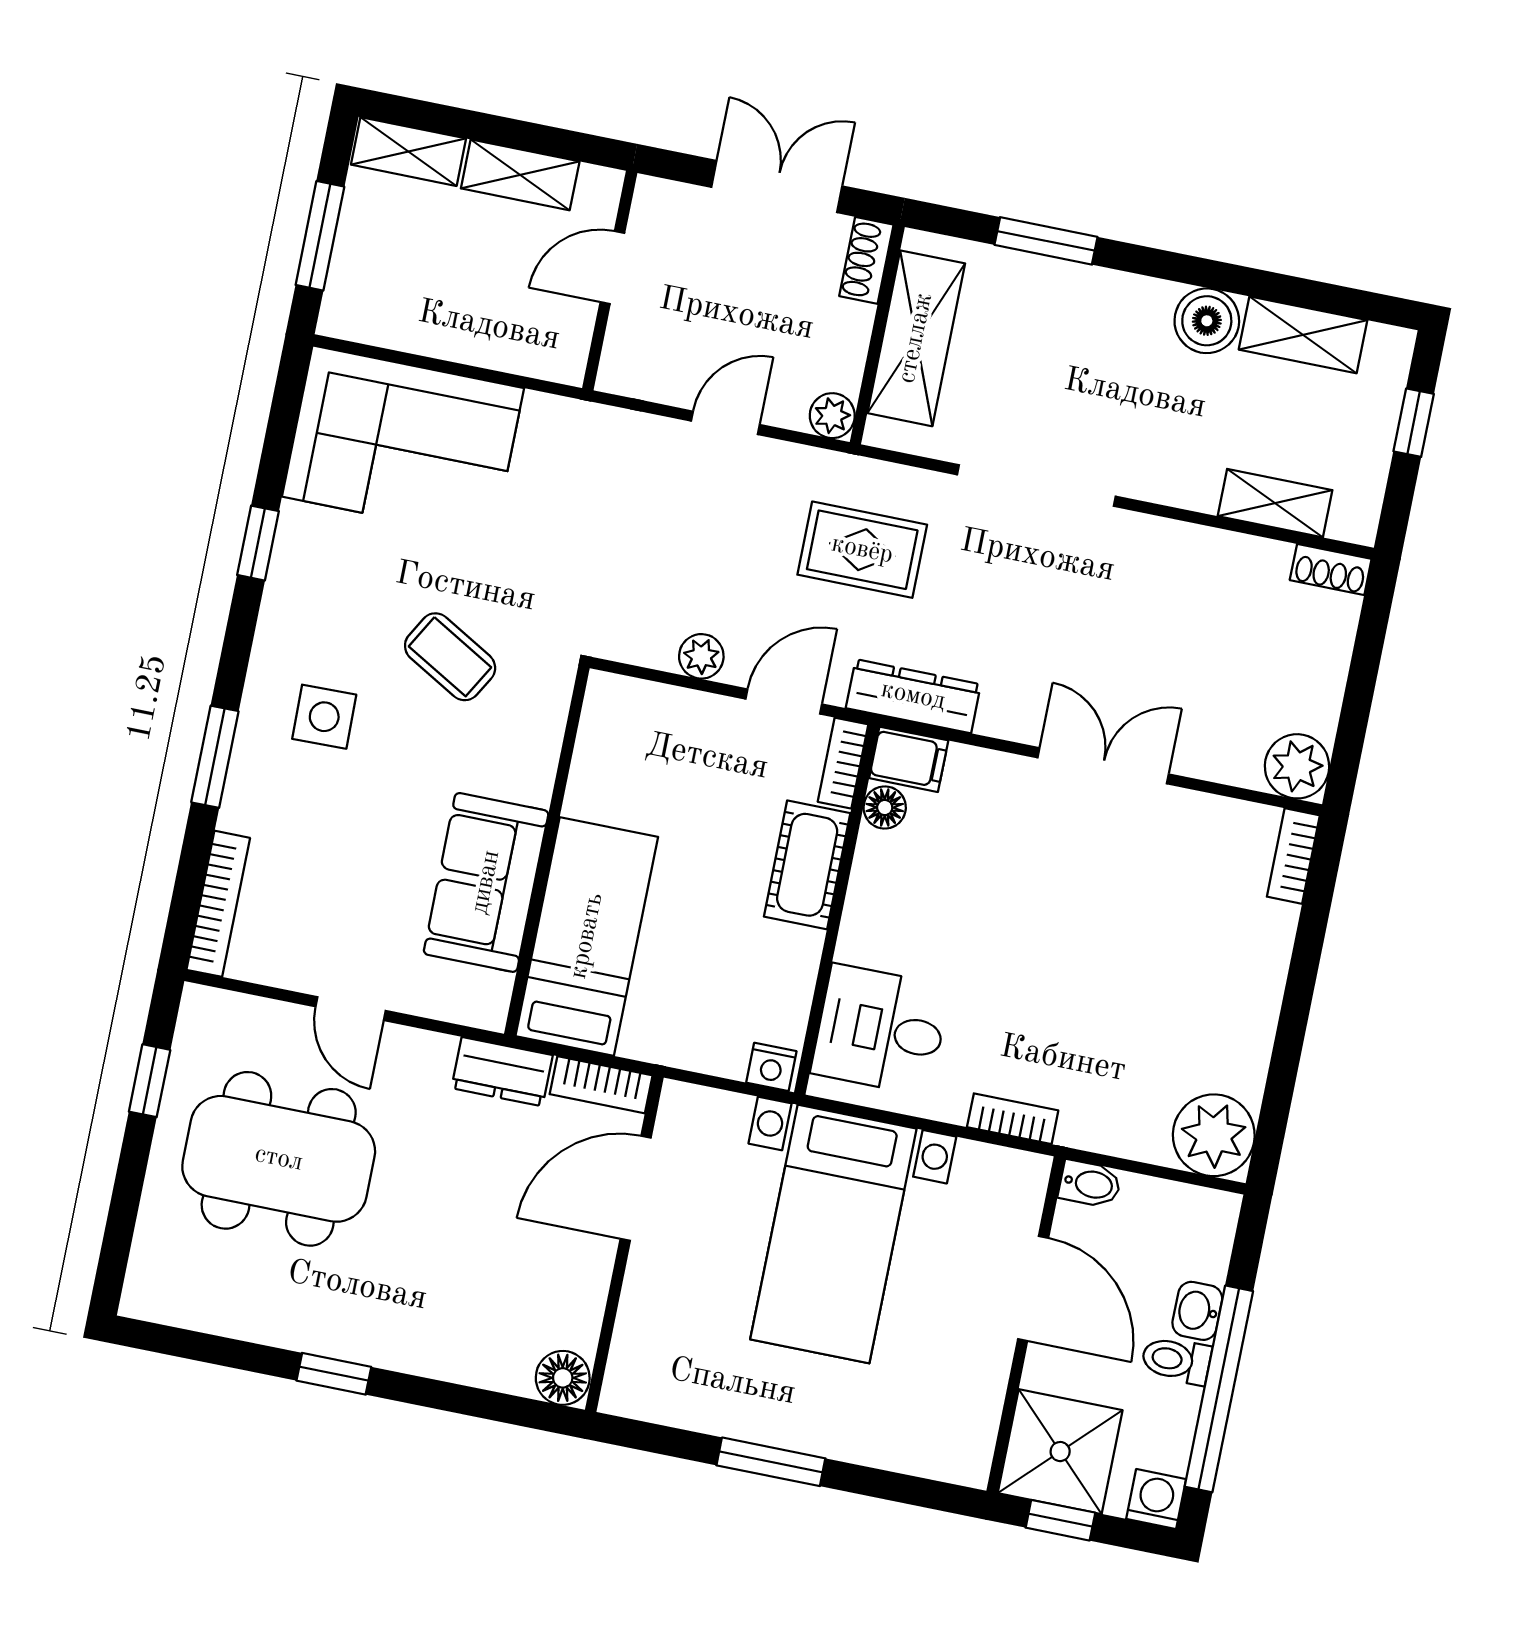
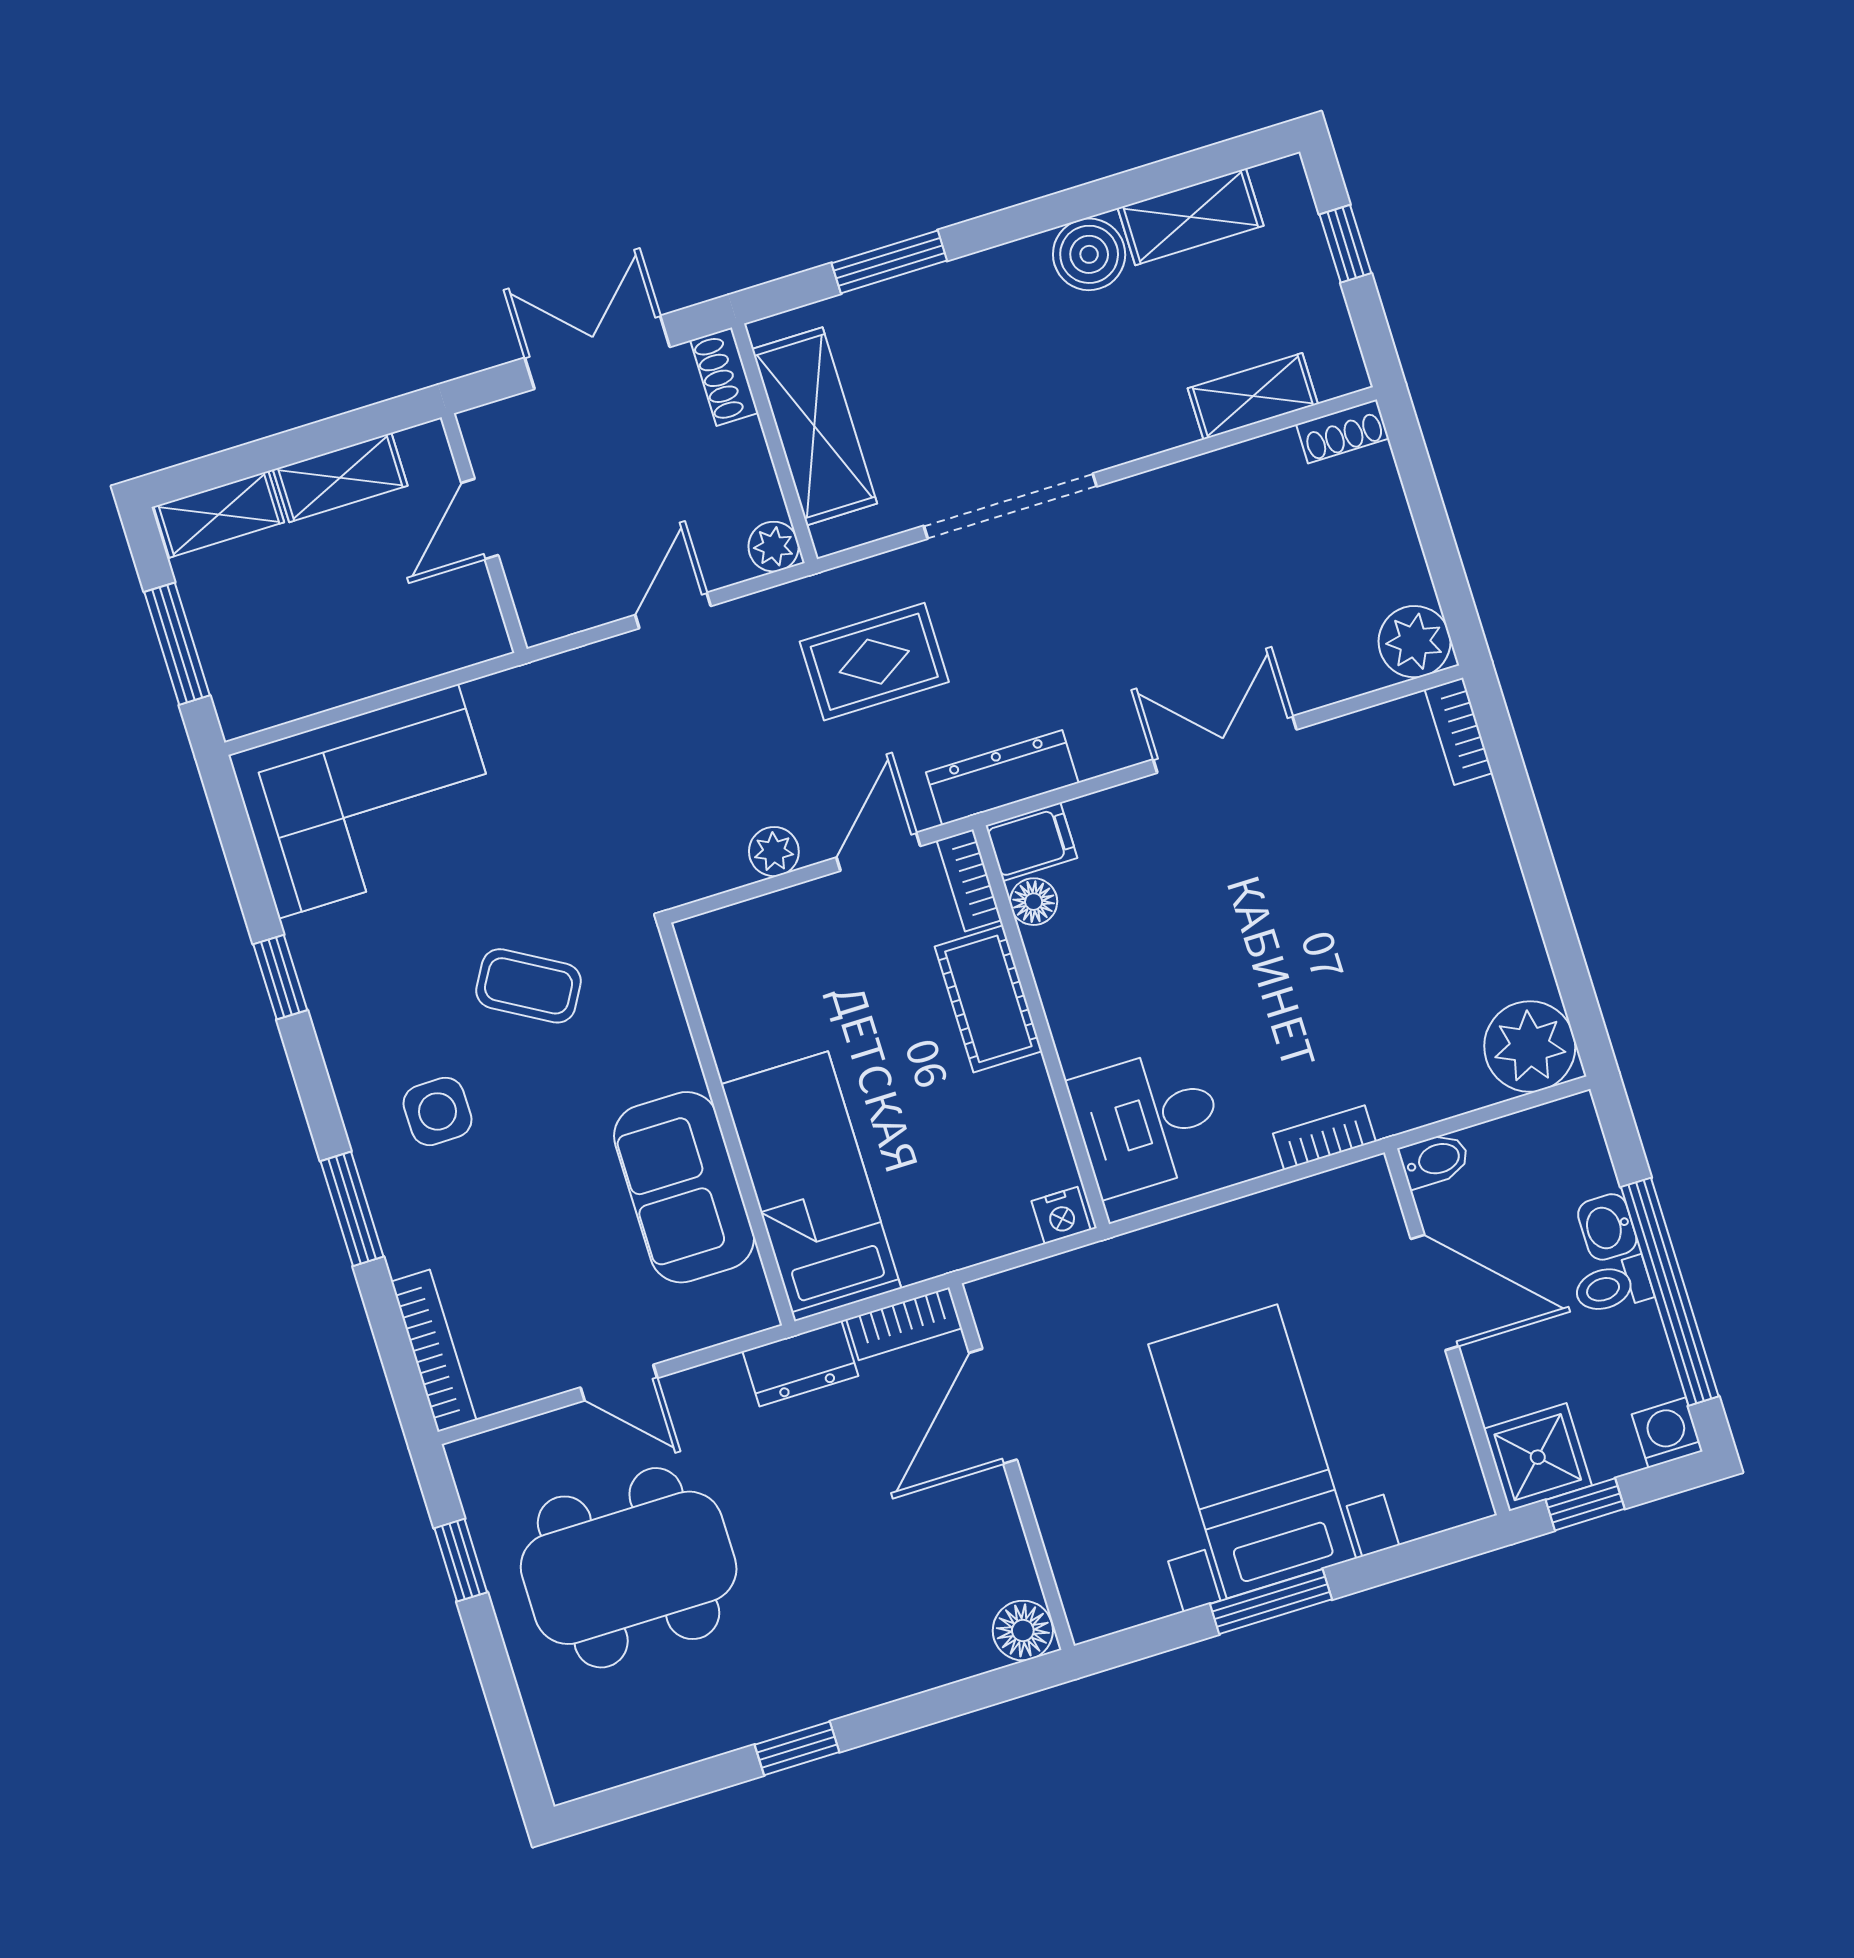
bed with nightstands: (833, 1234) -> (1252, 1451), moved, turned 180
shower: (1060, 1452) -> (1538, 1457), width x0.73, depth x0.73

